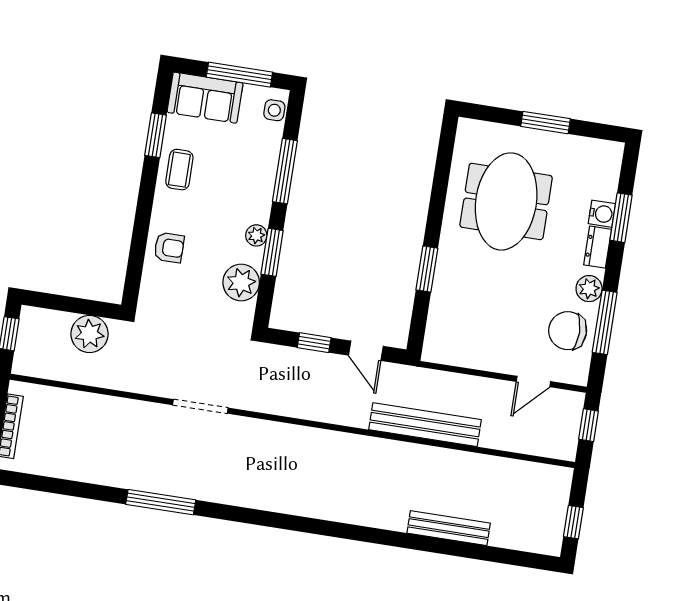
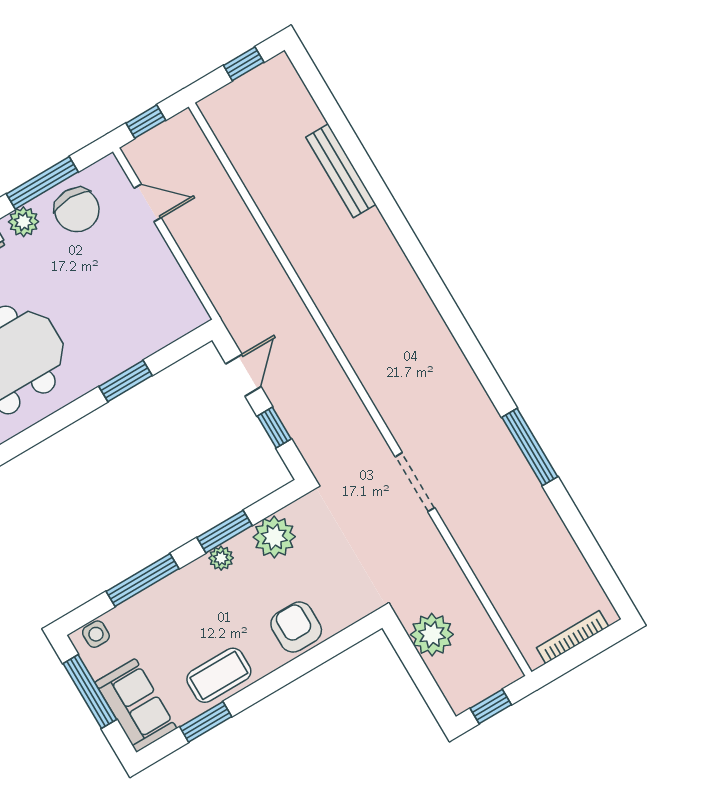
coffee table: (179, 170) -> (219, 675), width x1.36, depth x1.30
armchair: (169, 248) -> (296, 627), width x1.38, depth x1.38
bench: (425, 425) -> (266, 268), removed

